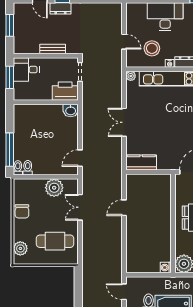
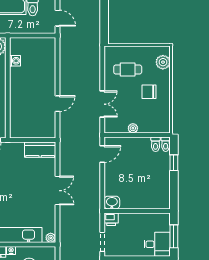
printer: (65, 91) -> (111, 219), width x0.53, depth x0.68
window: (10, 150) -> (174, 163), width x0.46
plant: (54, 188) -> (133, 128), width x0.53, depth x0.53
chair: (22, 211) -> (149, 92), moved, turned -90
cafe table: (55, 241) -> (128, 70), width x0.73, depth x0.74
washing machine: (166, 268) -> (15, 61), moved

